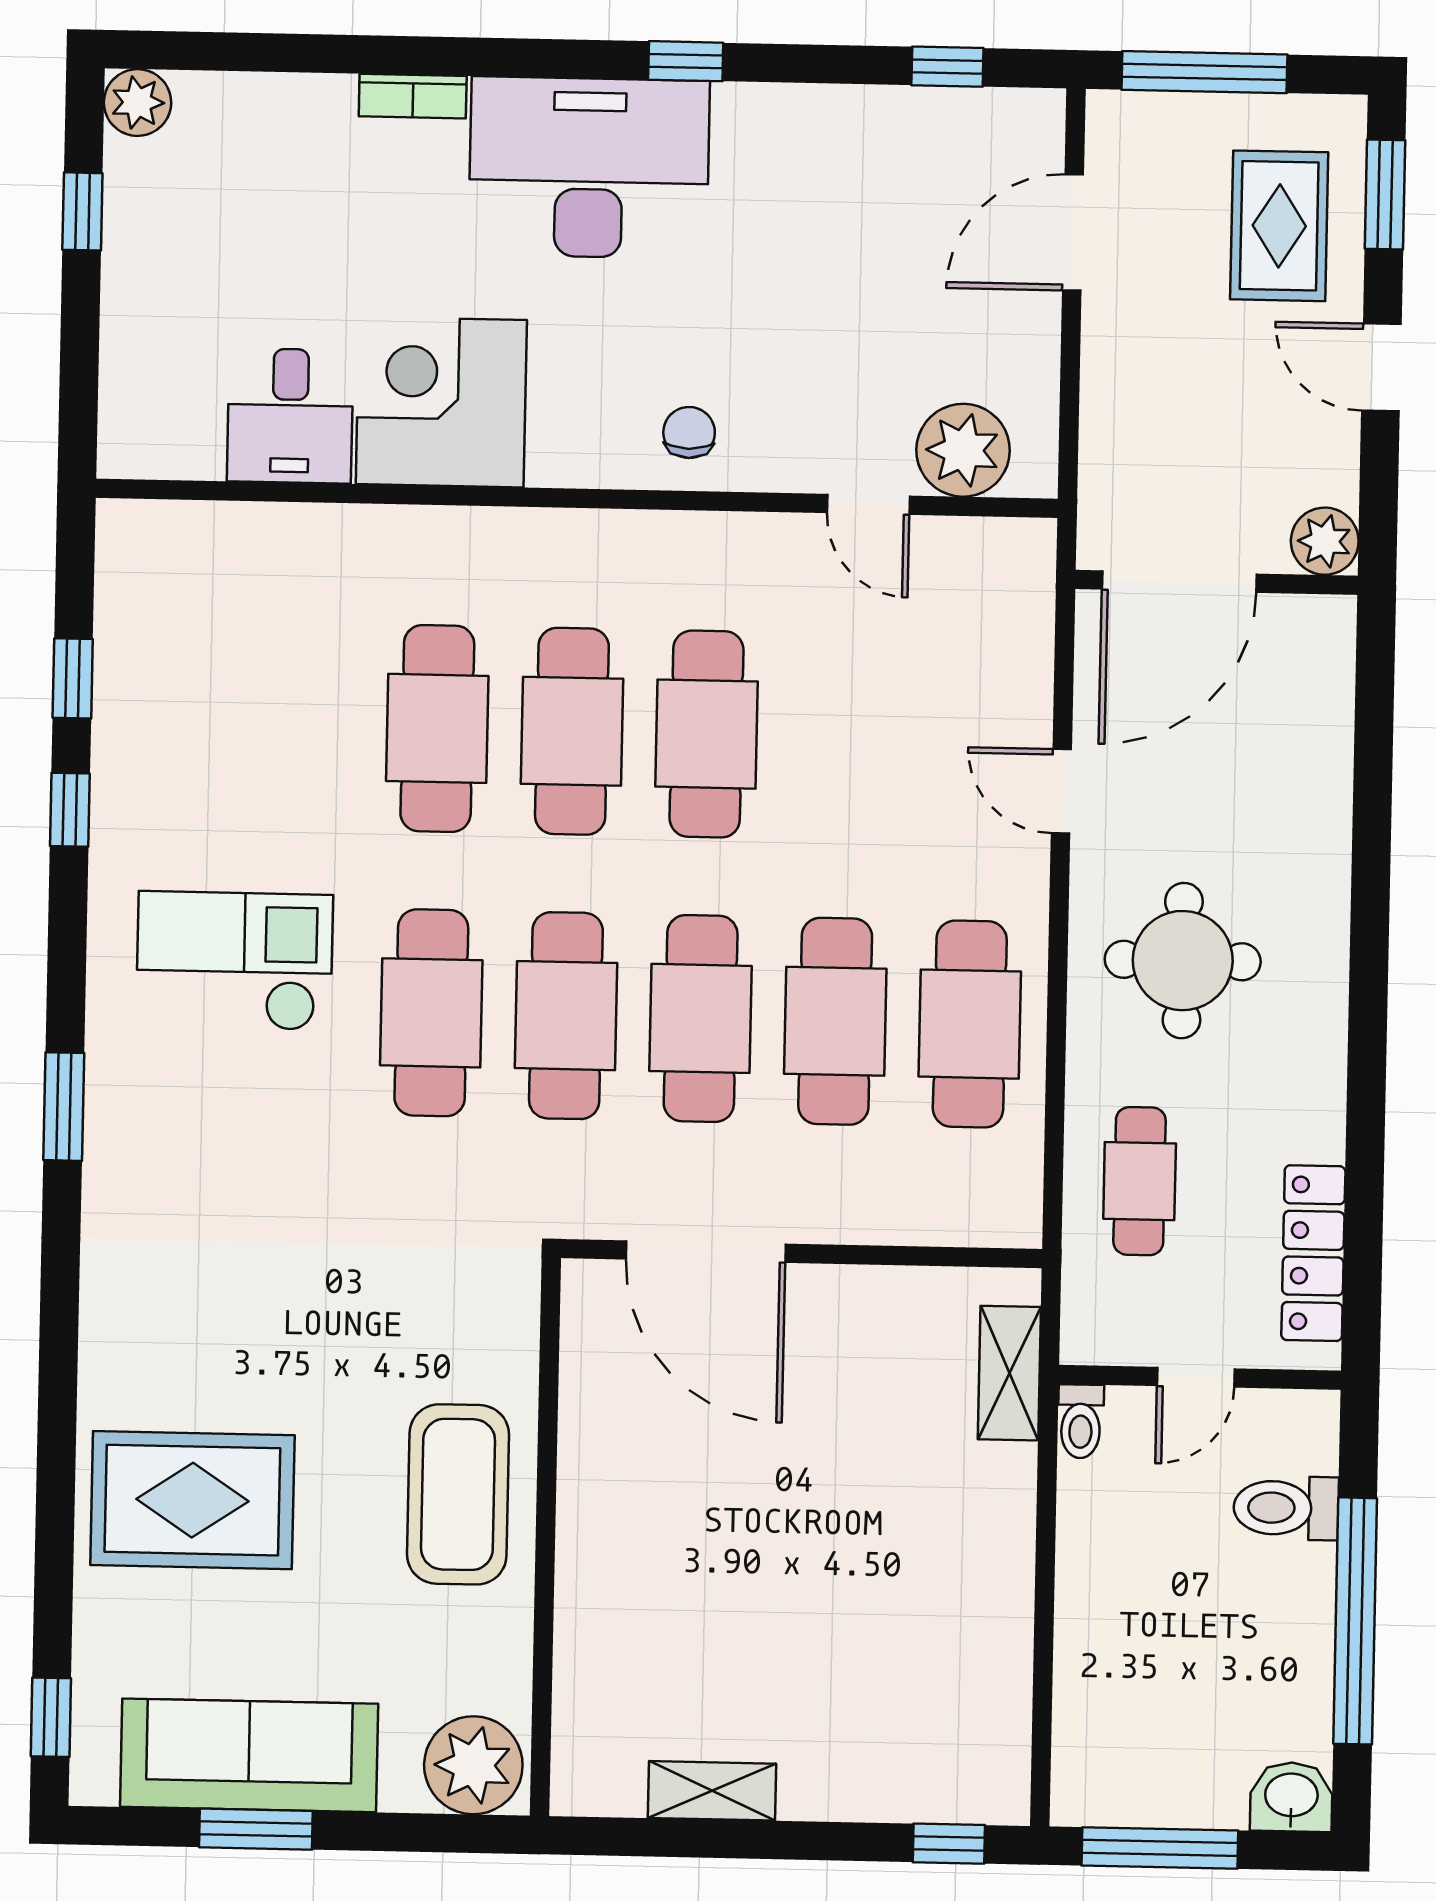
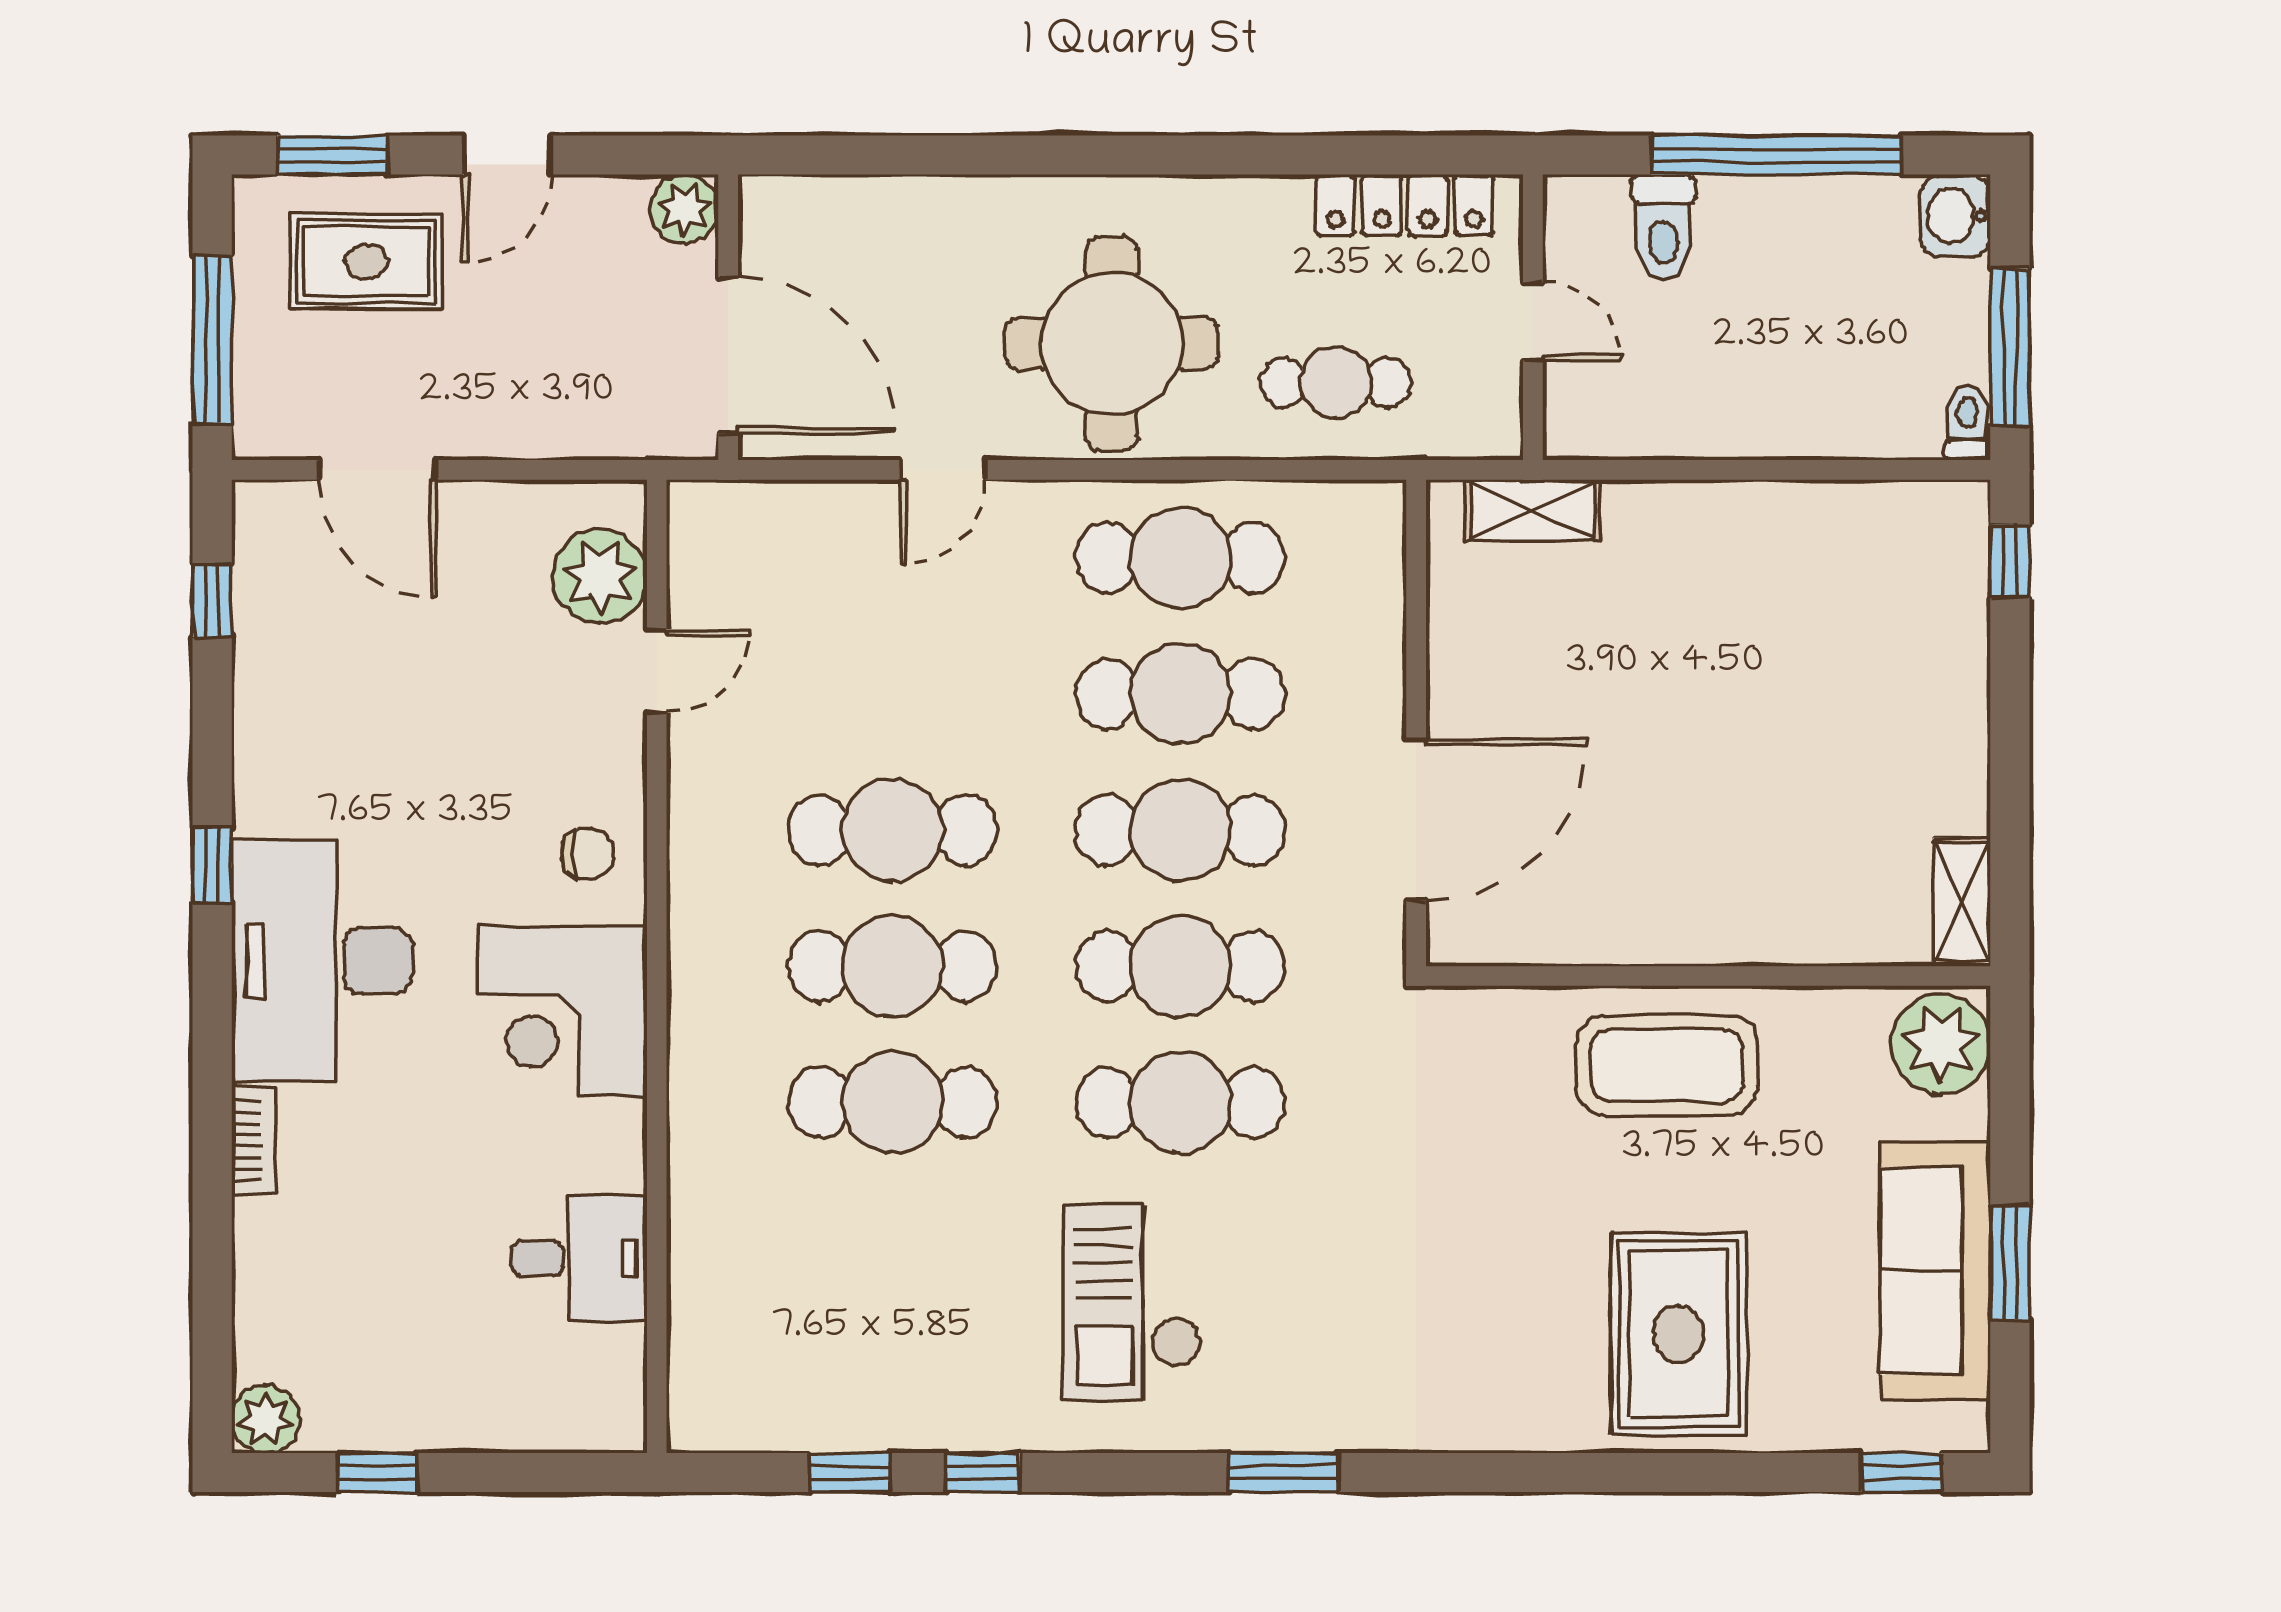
corner desk: (441, 402) -> (562, 1011), moved
chair: (689, 432) -> (588, 854), turned 180
round table: (1183, 961) -> (1112, 343), width x1.36, depth x1.36
toilet: (1081, 1421) -> (1968, 423), moved, turned -90
shelving: (712, 1791) -> (1962, 902), moved

